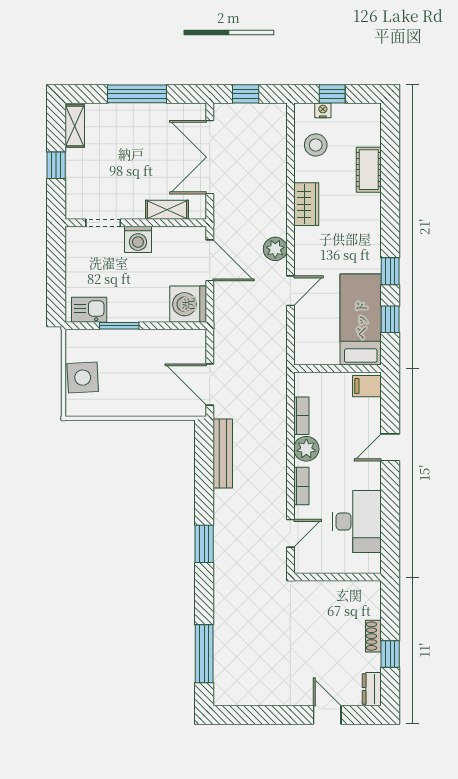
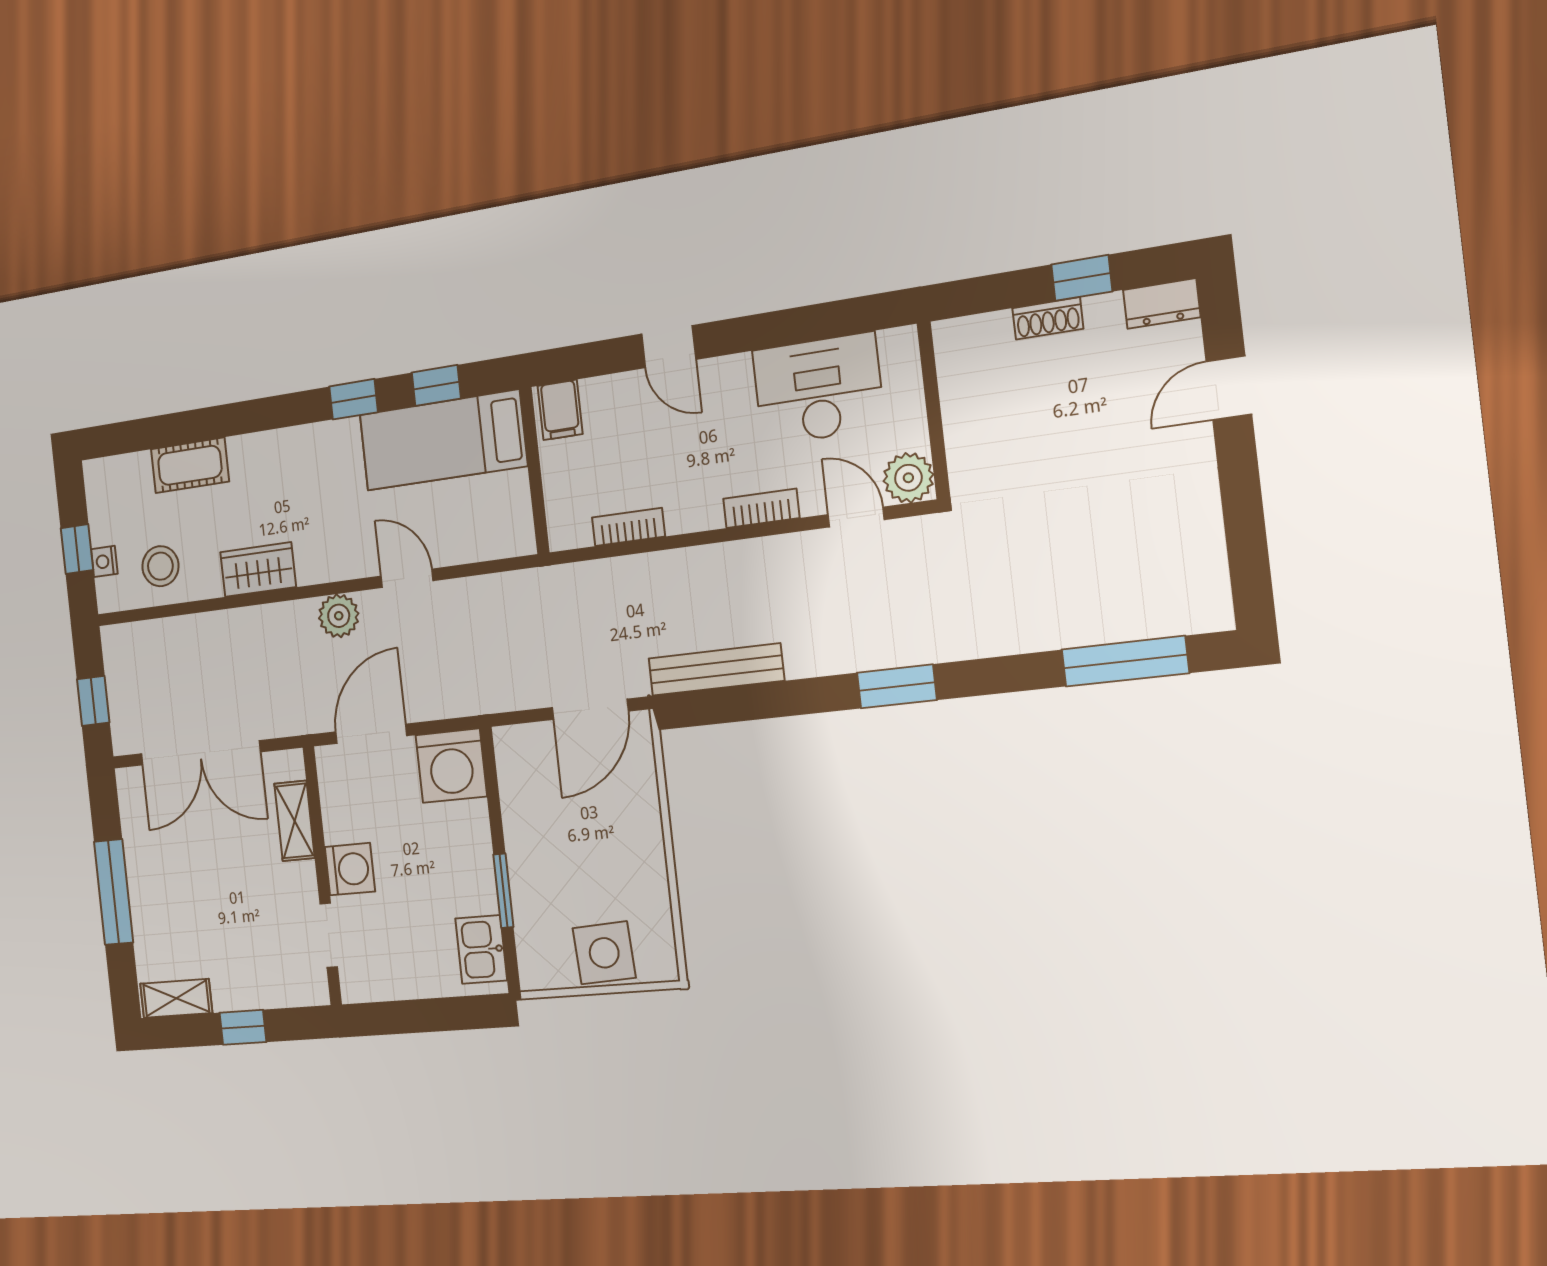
plant: (306, 449) -> (908, 478), moved

